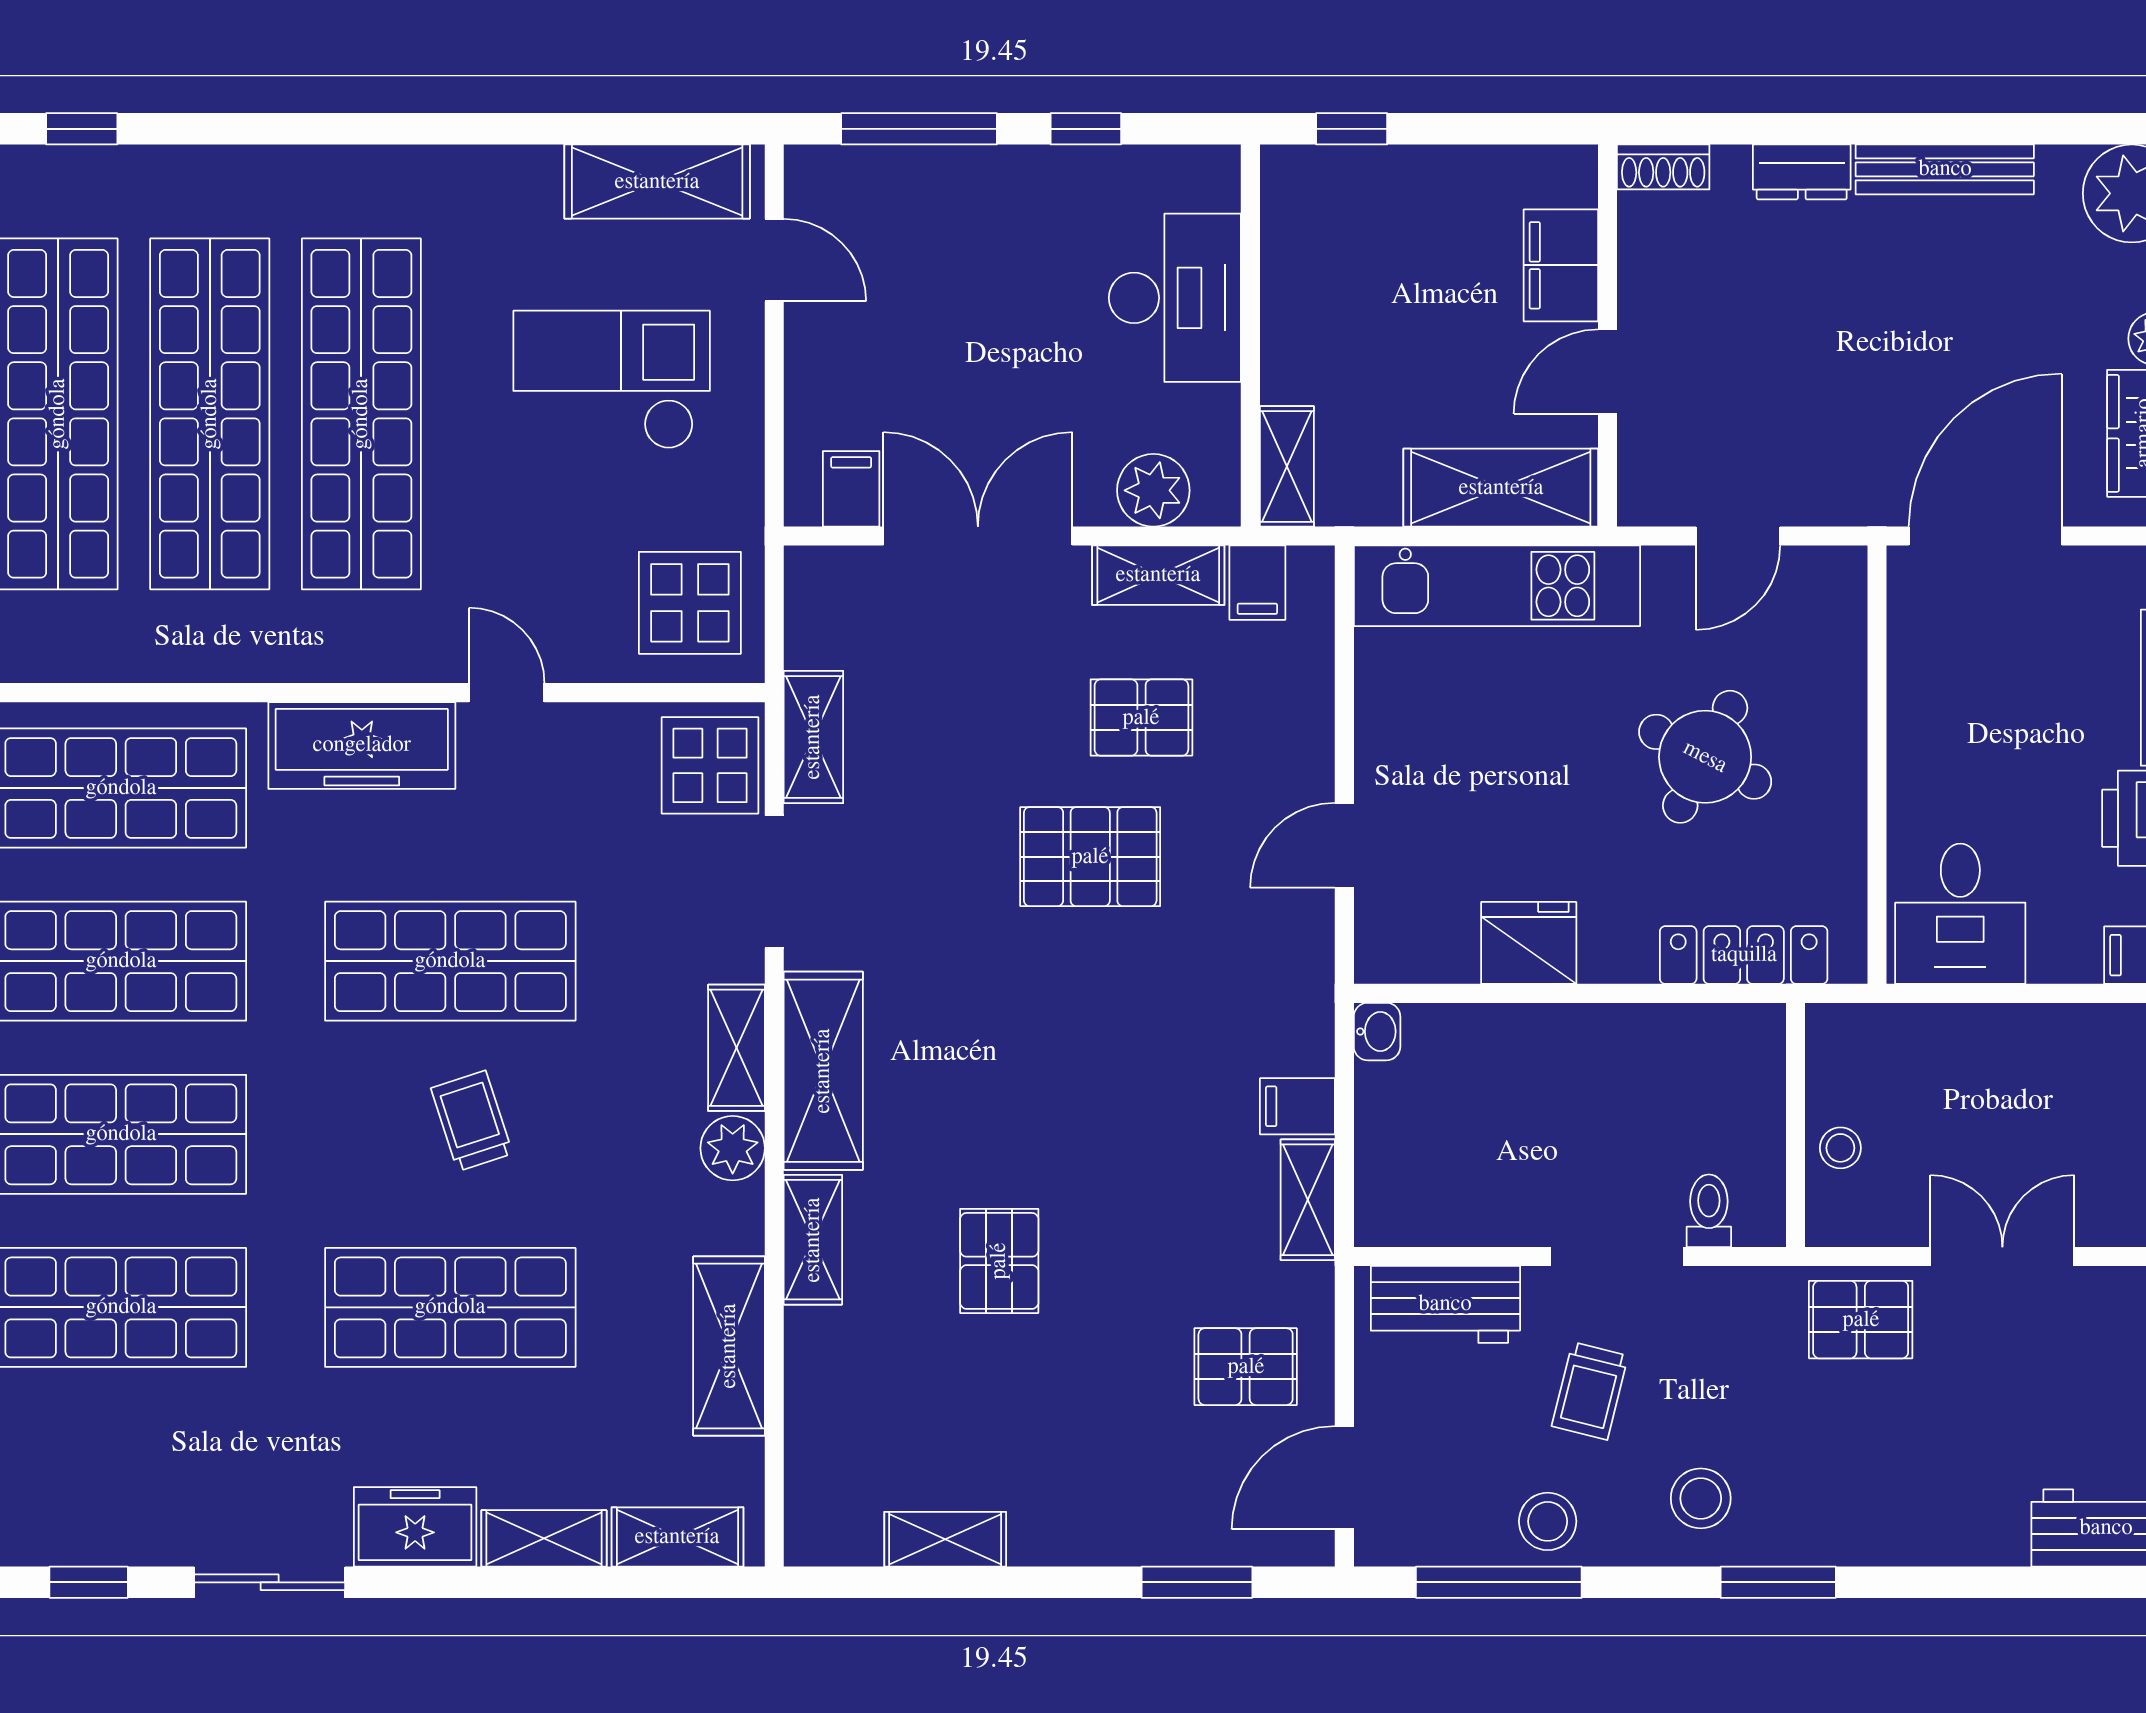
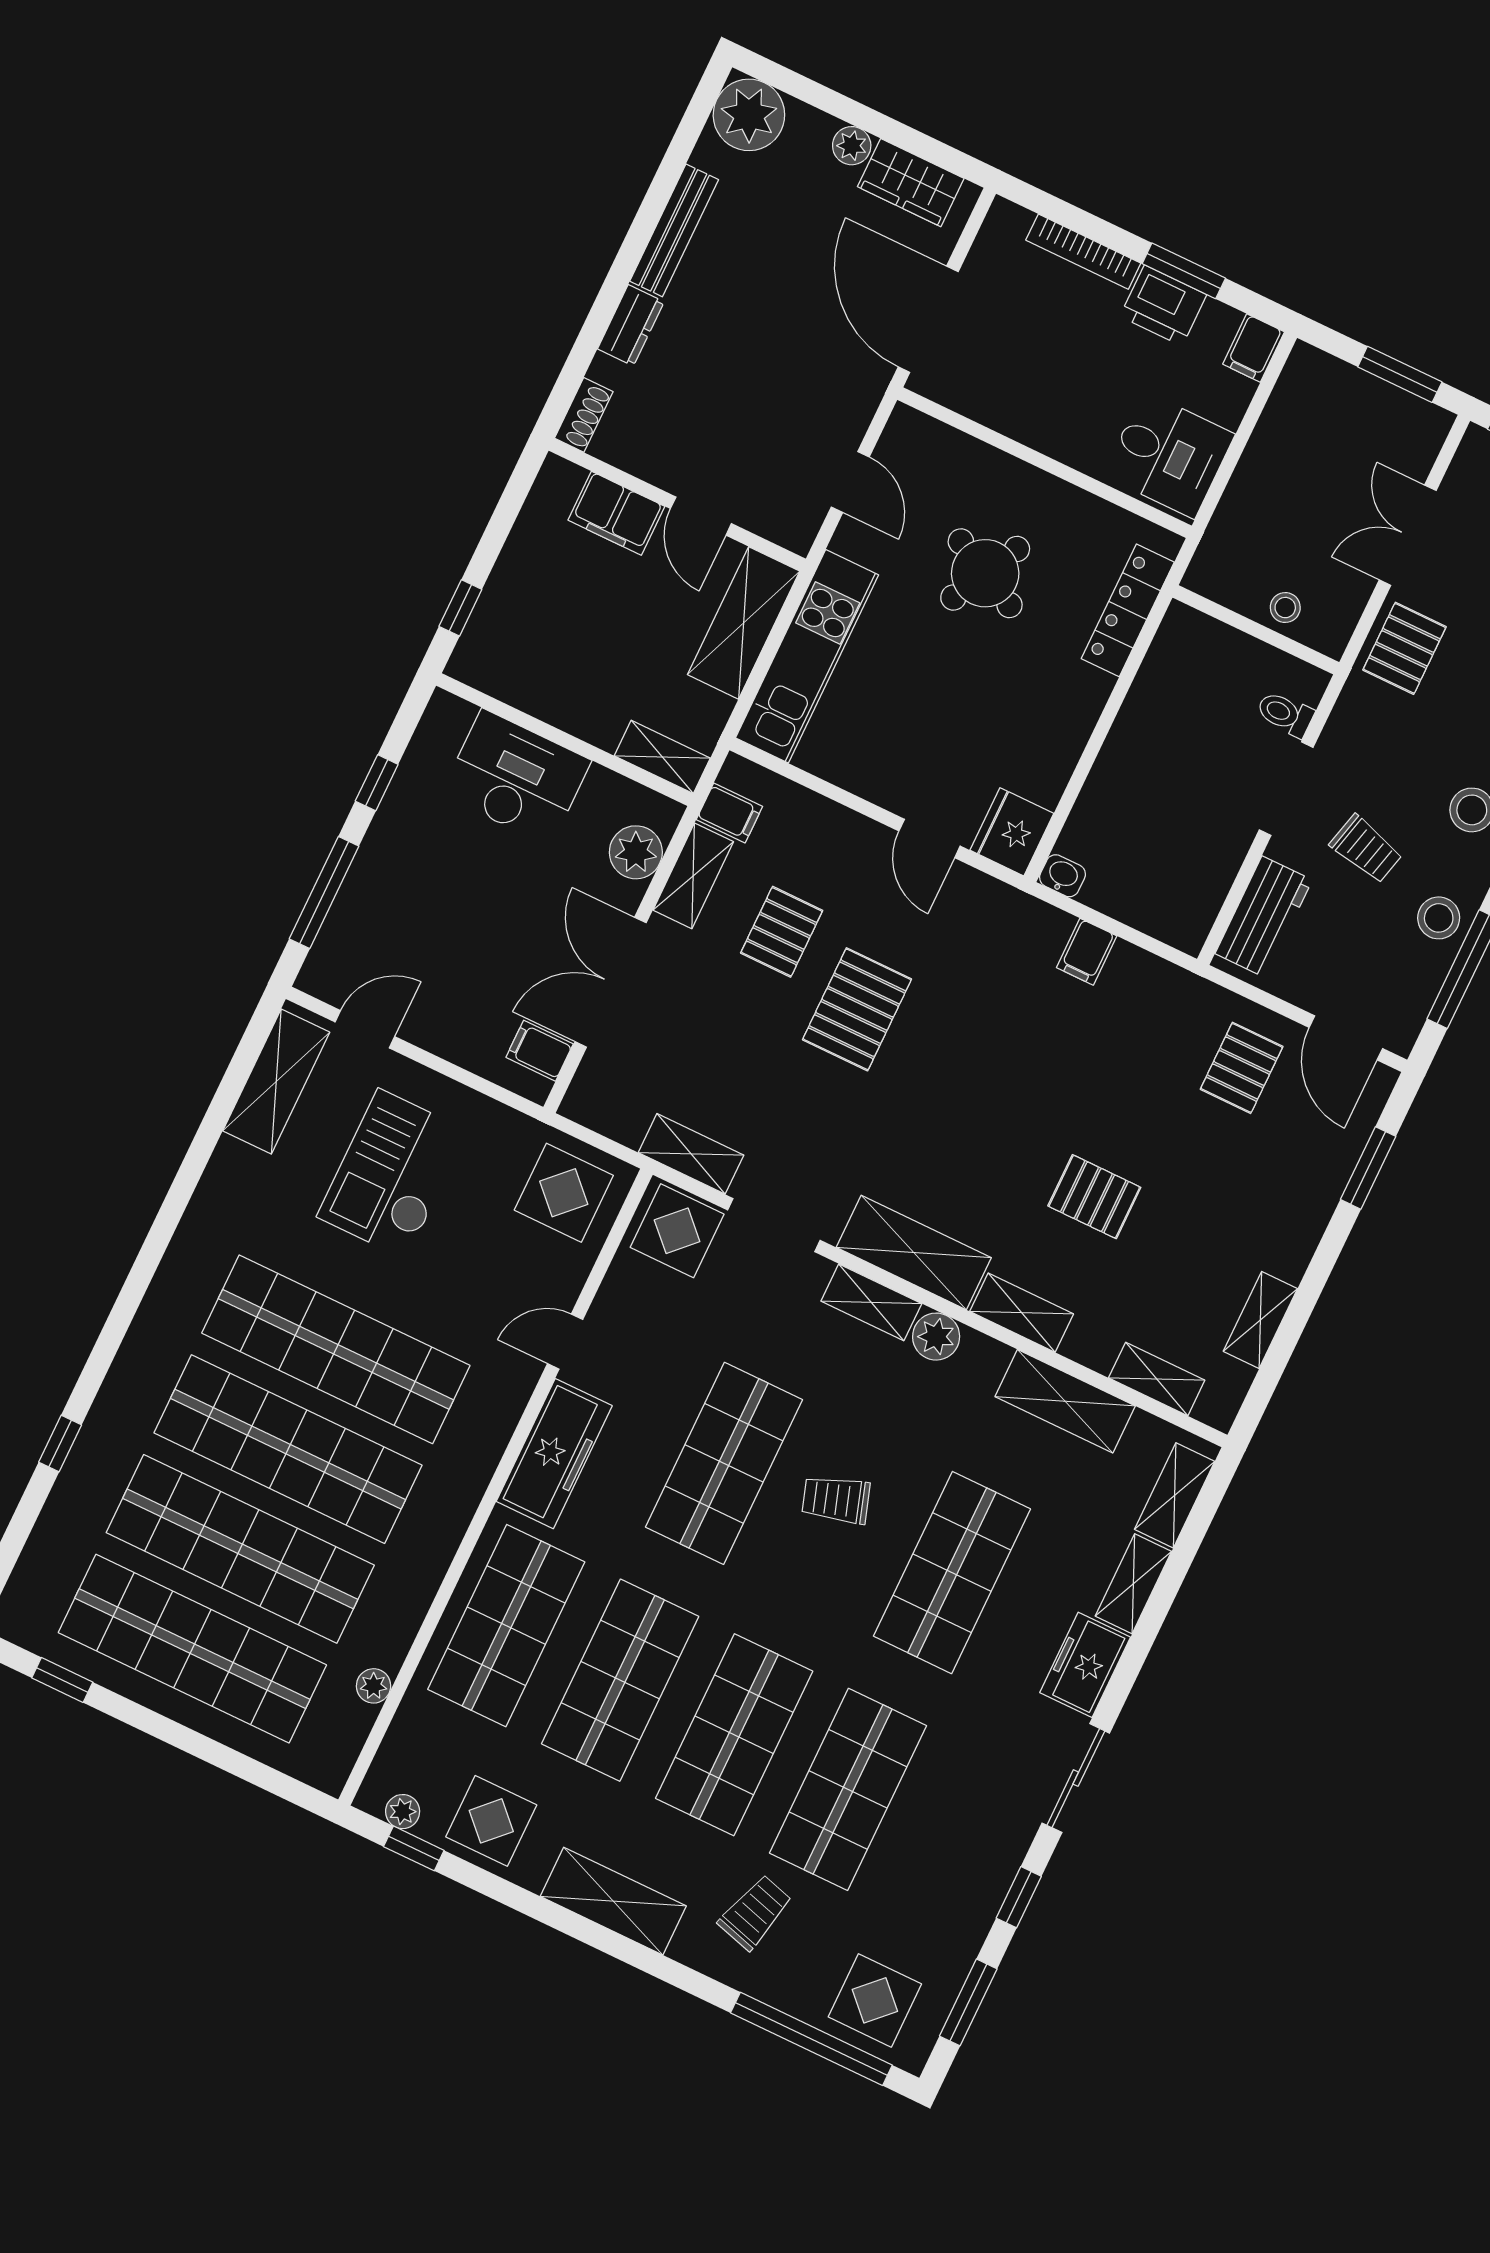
fridge: (1529, 943) -> (1012, 832), moved
shelving: (1308, 1200) -> (1157, 1379), moved

